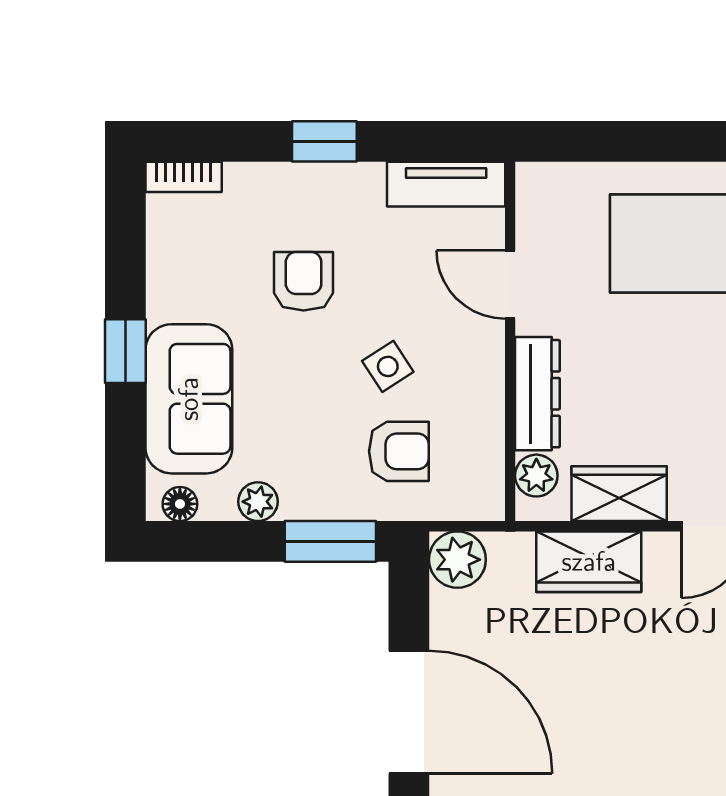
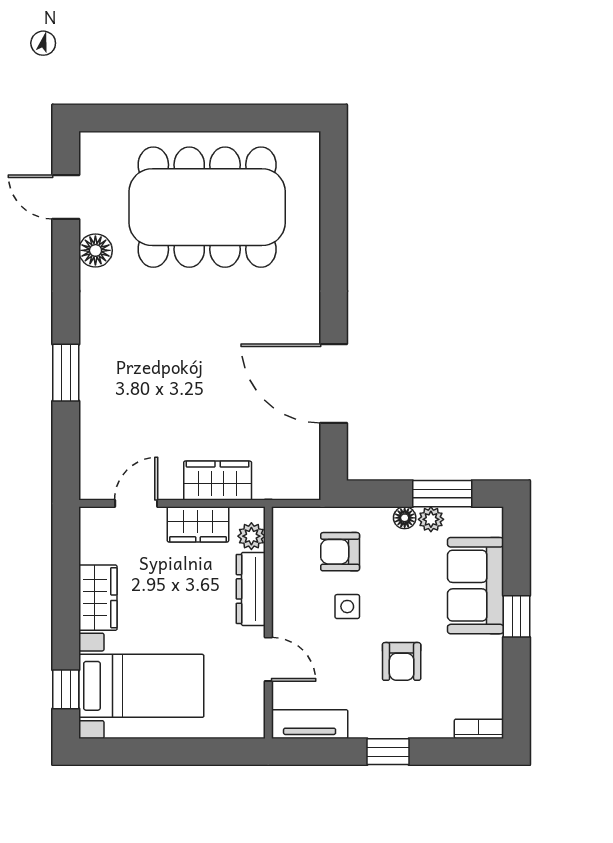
side table: (388, 366) -> (347, 607), turned 33
floor lamp: (180, 504) -> (405, 518), moved
window: (330, 541) -> (442, 494), moved
plant: (457, 560) -> (302, 482), removed

